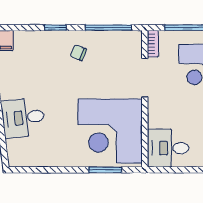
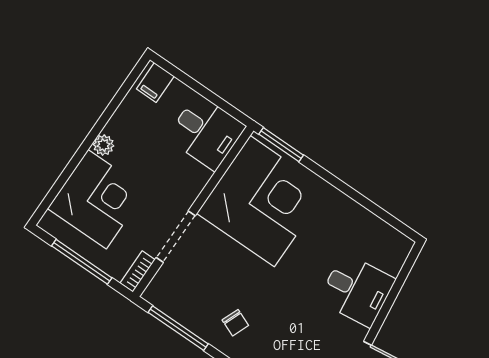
window: (105, 170) -> (281, 145), moved

